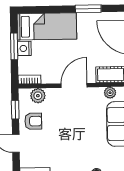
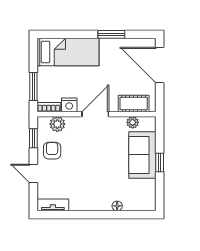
window: (14, 46) -> (33, 87), moved
nightstand: (24, 48) -> (69, 105), moved, turned -90
armchair: (33, 121) -> (52, 151), turned -90

